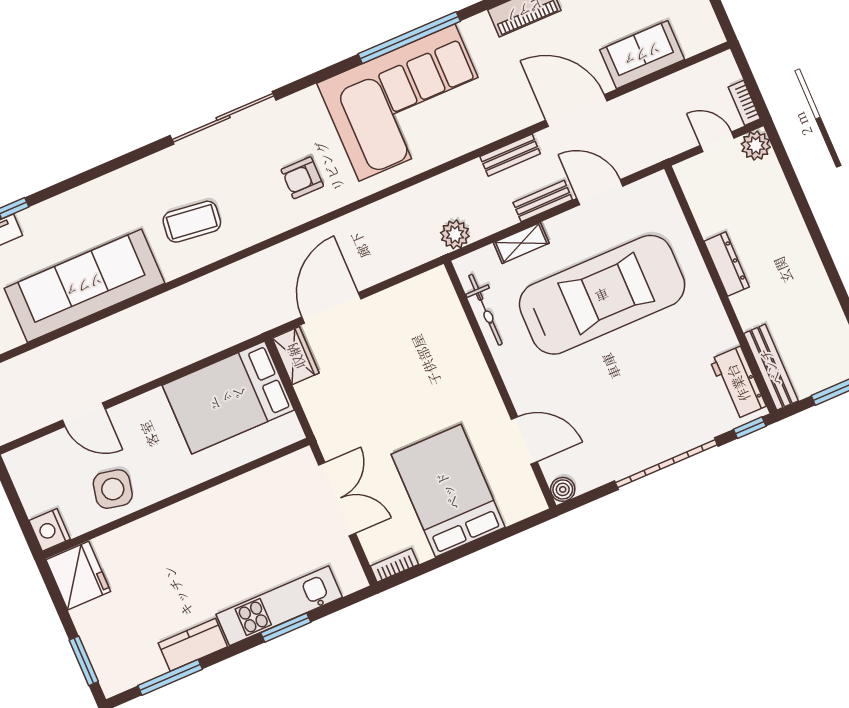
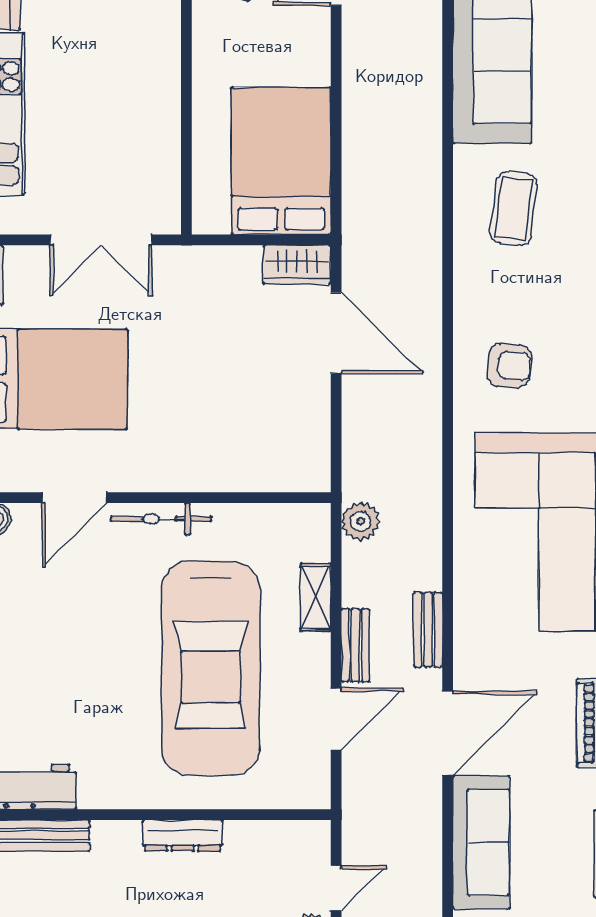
sofa: (642, 55) -> (481, 842), width x1.36
armchair: (302, 178) -> (509, 366), turned 94
bicycle: (485, 310) -> (161, 519), moved

